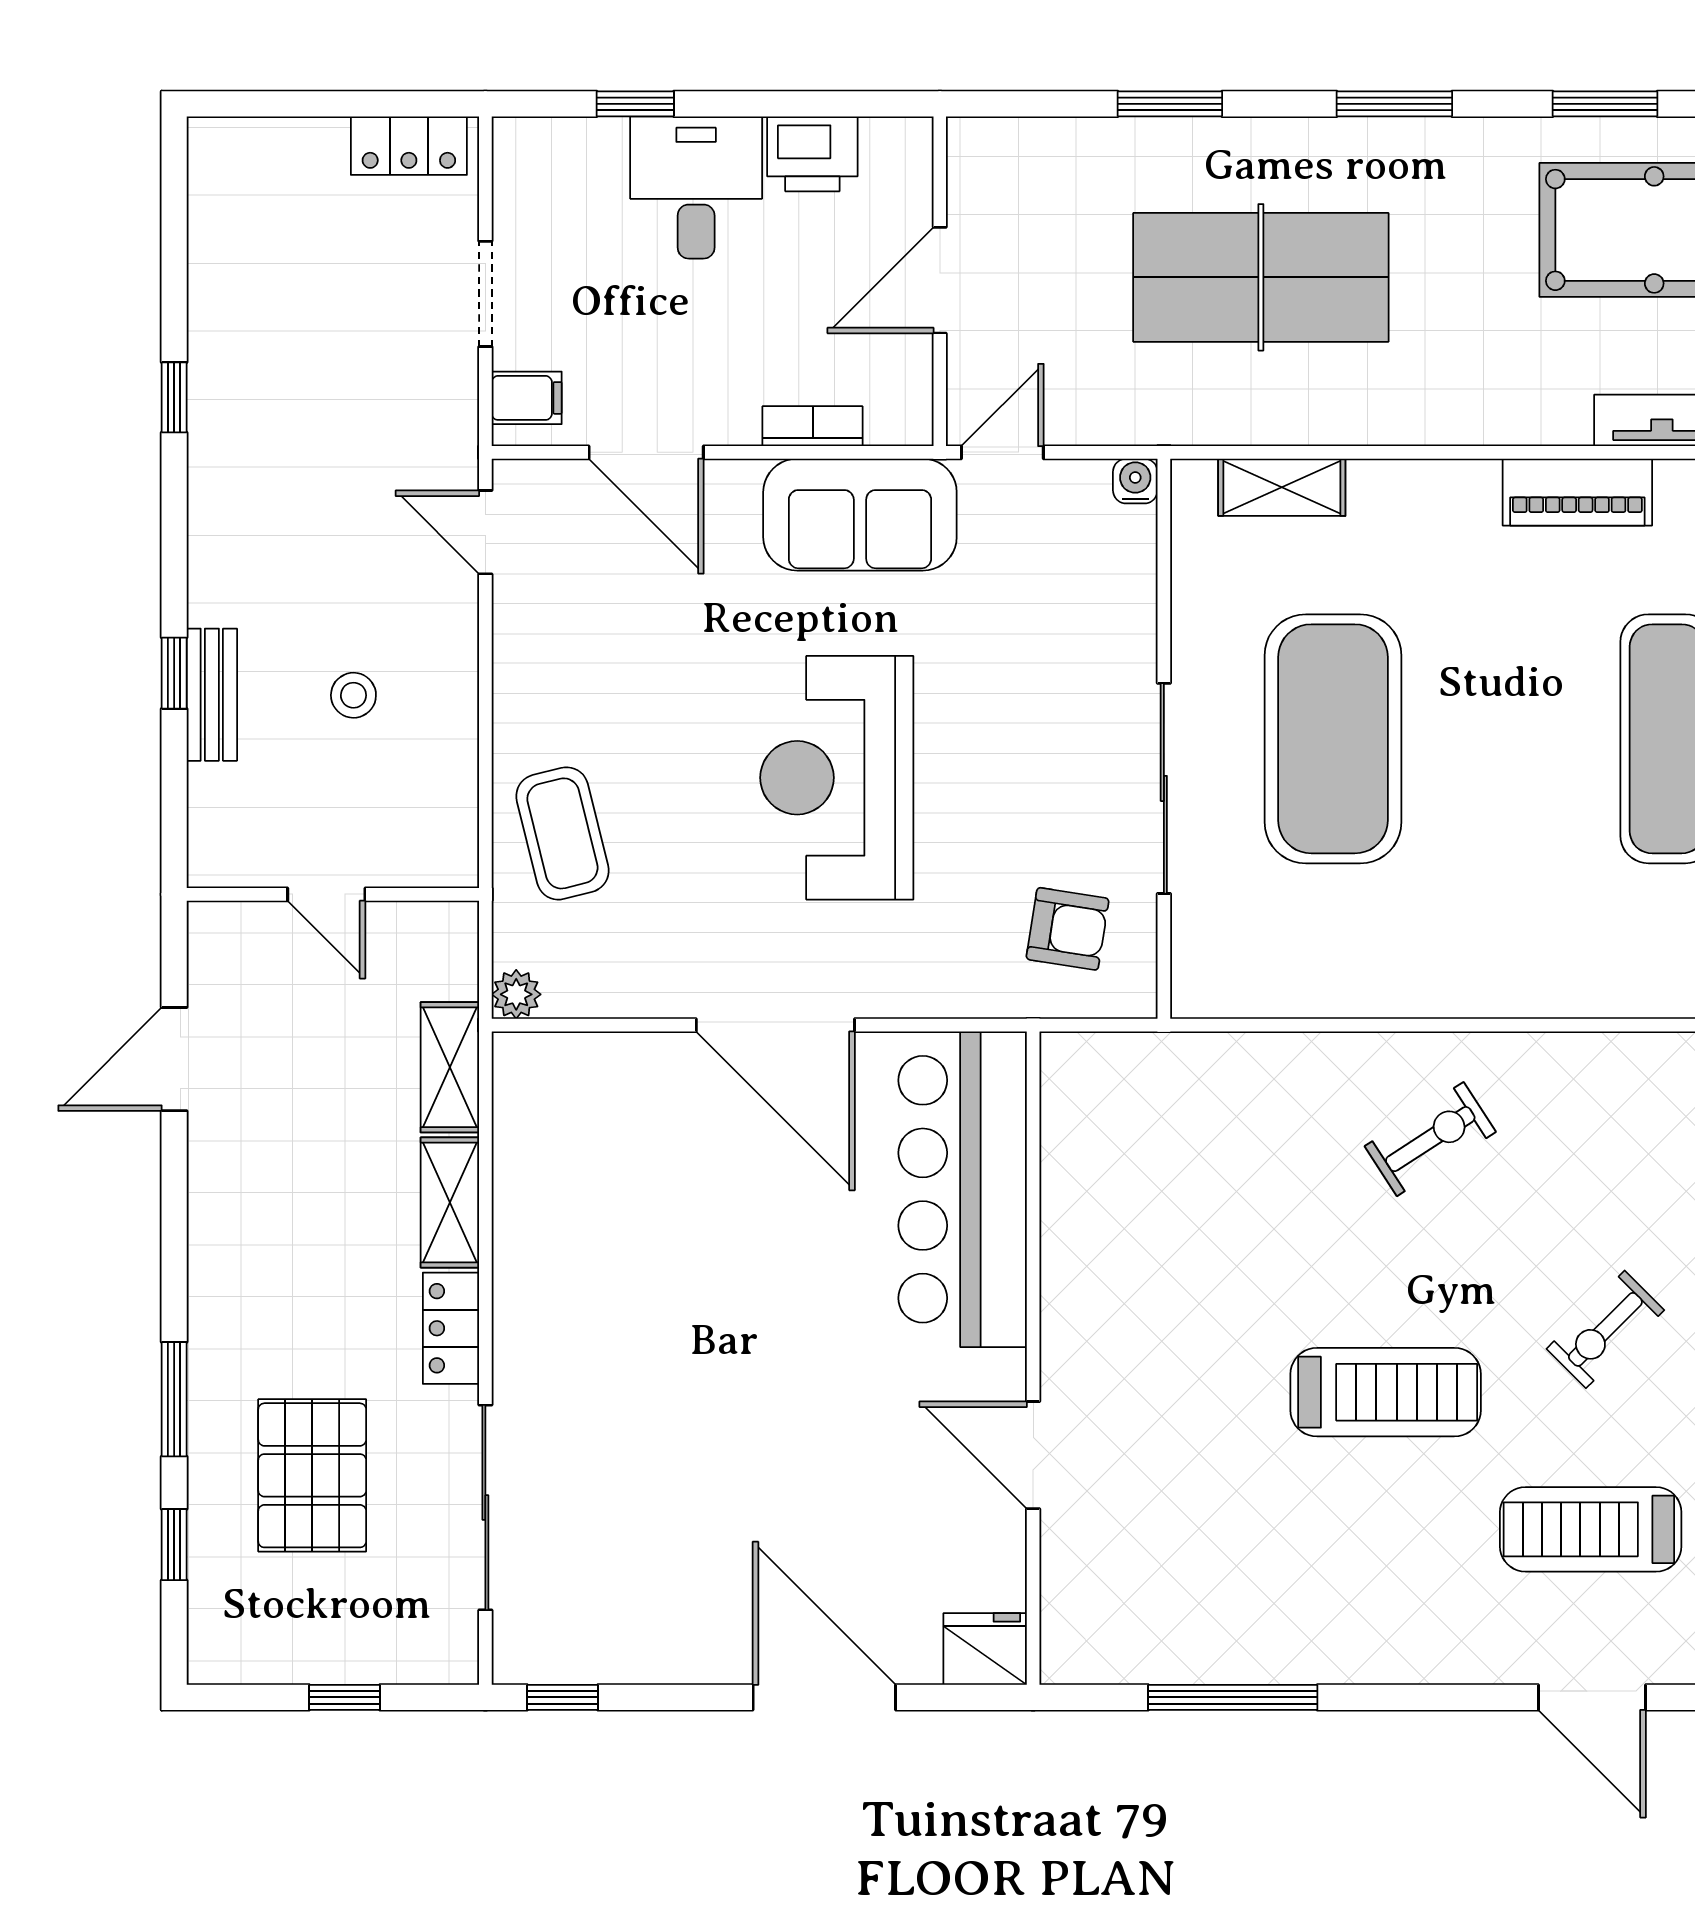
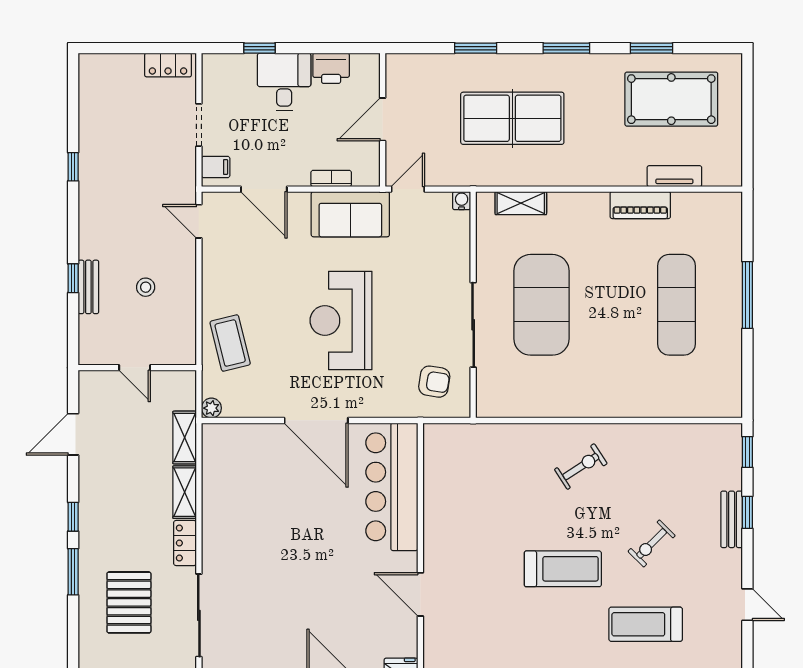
window: (174, 1545) -> (73, 517), moved

